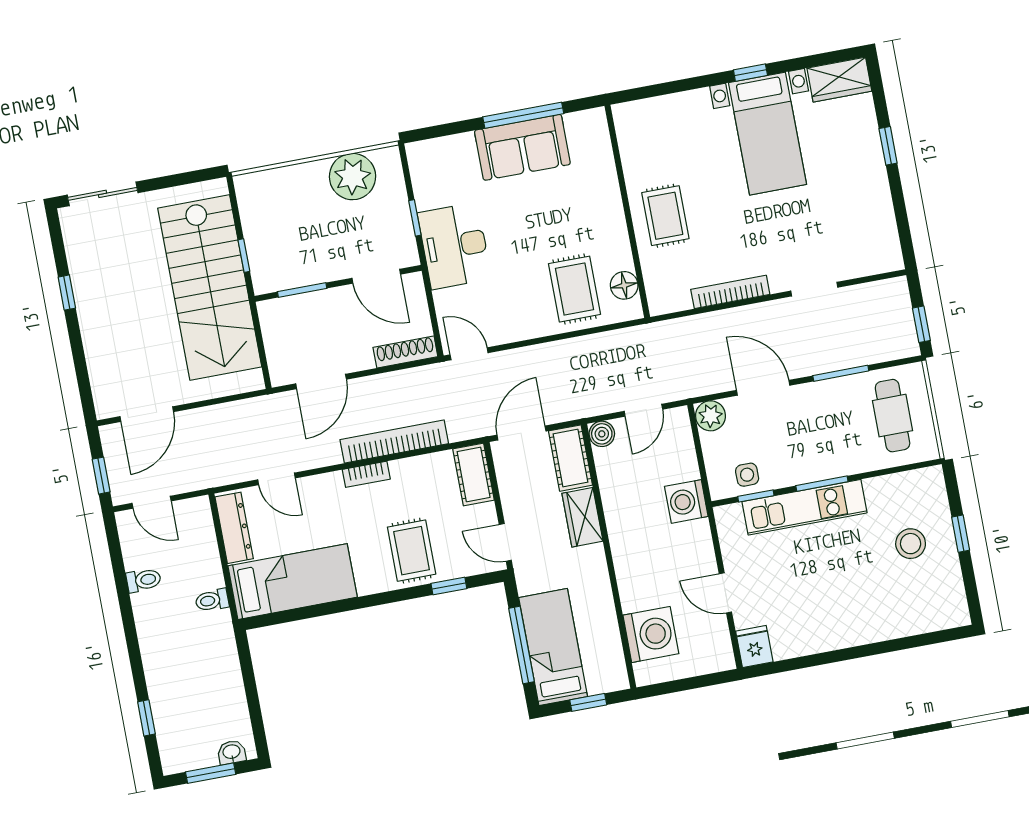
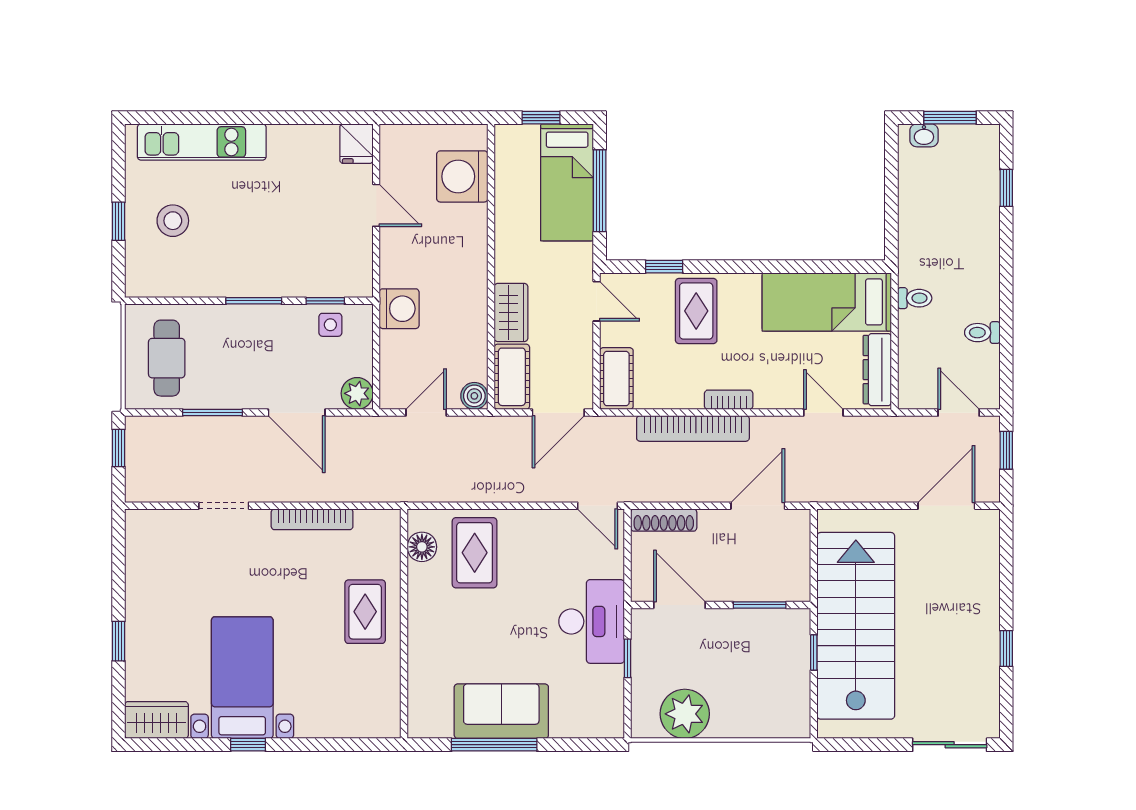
kitchen unit: (804, 507) -> (202, 142), moved, turned 180

